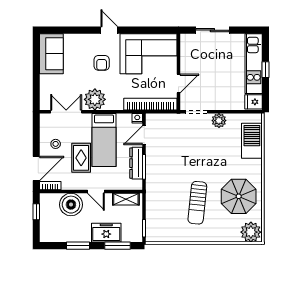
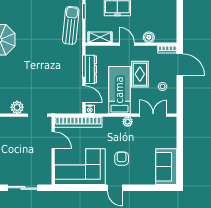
door: (178, 84) -> (53, 140), swing flipped
plant: (95, 99) -> (128, 122), width x0.53, depth x0.53
double door: (66, 112) -> (153, 115), swing flipped
door: (144, 135) -> (84, 94), hinge flipped
door: (36, 169) -> (180, 65), swing flipped
sun lounger: (197, 203) -> (71, 25), moved
boiler: (71, 205) -> (149, 37), width x0.54, depth x0.54
window: (36, 212) -> (180, 26), removed

